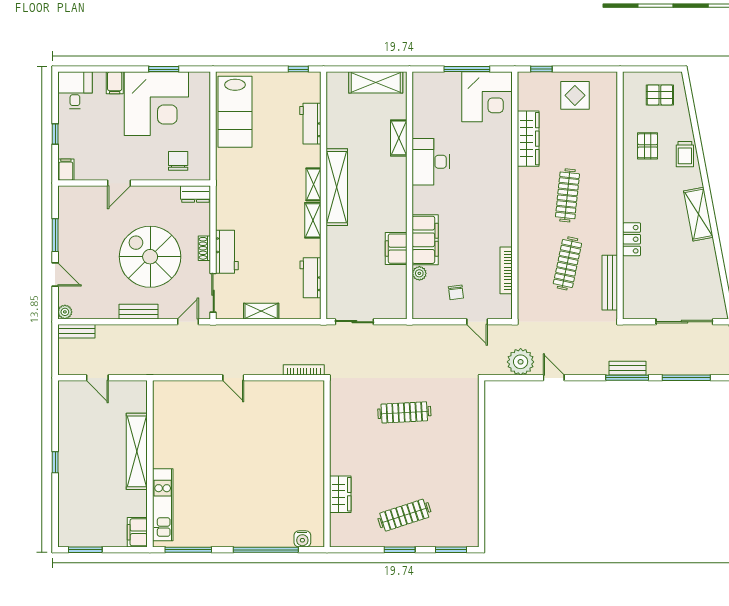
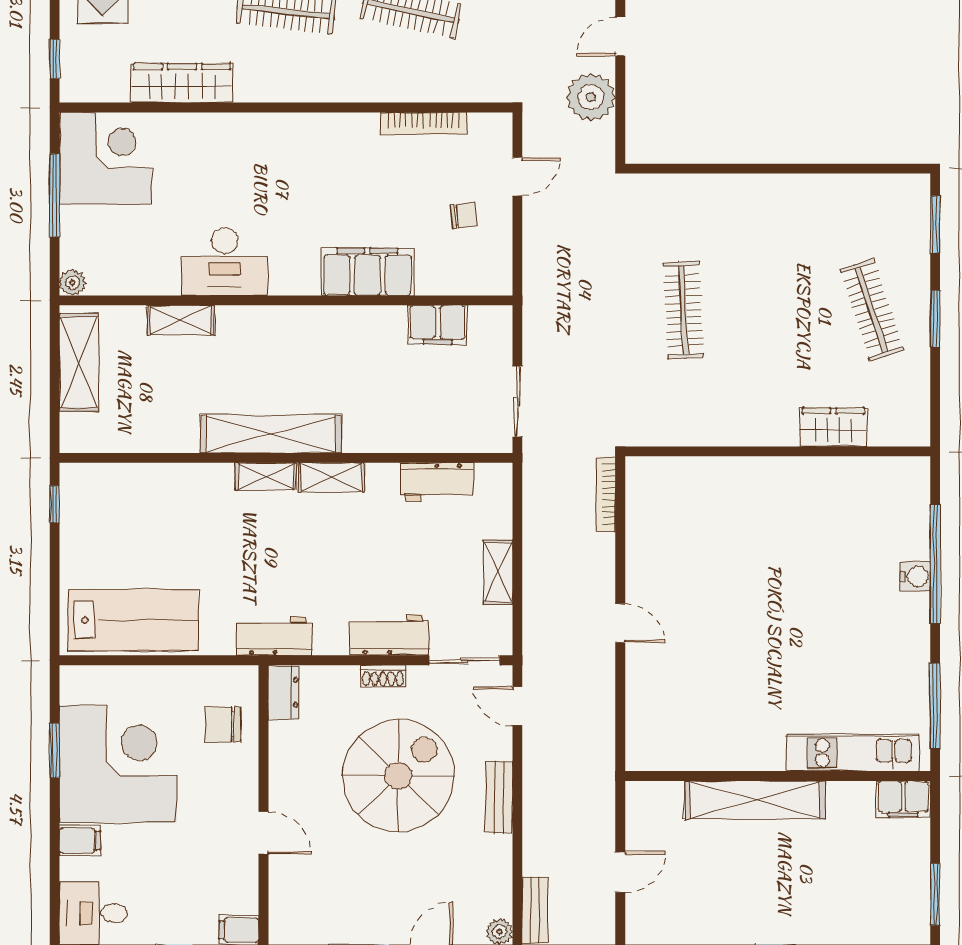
workbench: (310, 124) -> (274, 636), moved, turned 180
filing cabinet: (396, 249) -> (438, 325), moved
spiral stairs: (150, 257) -> (398, 776), turned 180
plant: (419, 273) -> (72, 283), moved
door: (233, 378) -> (620, 623), hinge flipped
water cooler: (302, 539) -> (915, 576), moved

